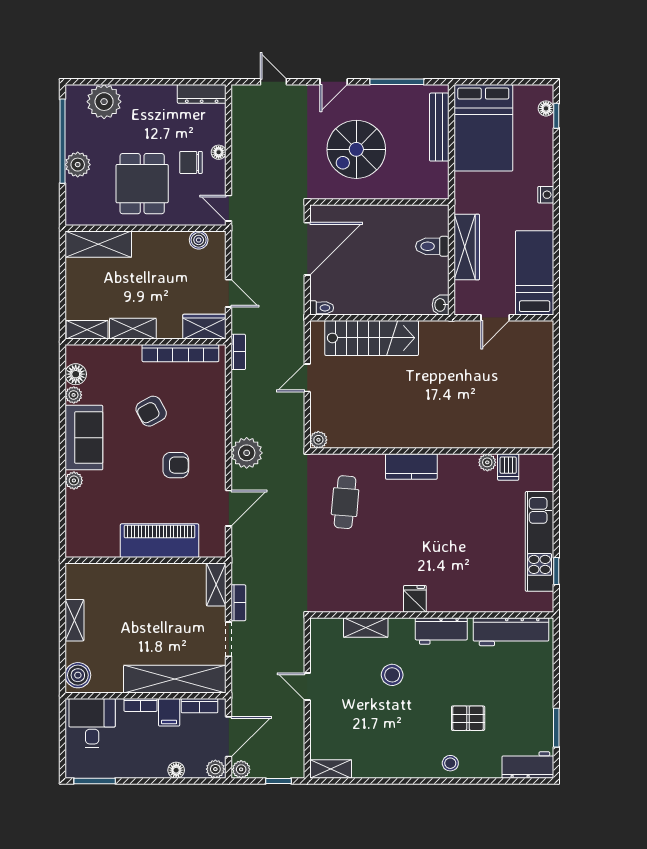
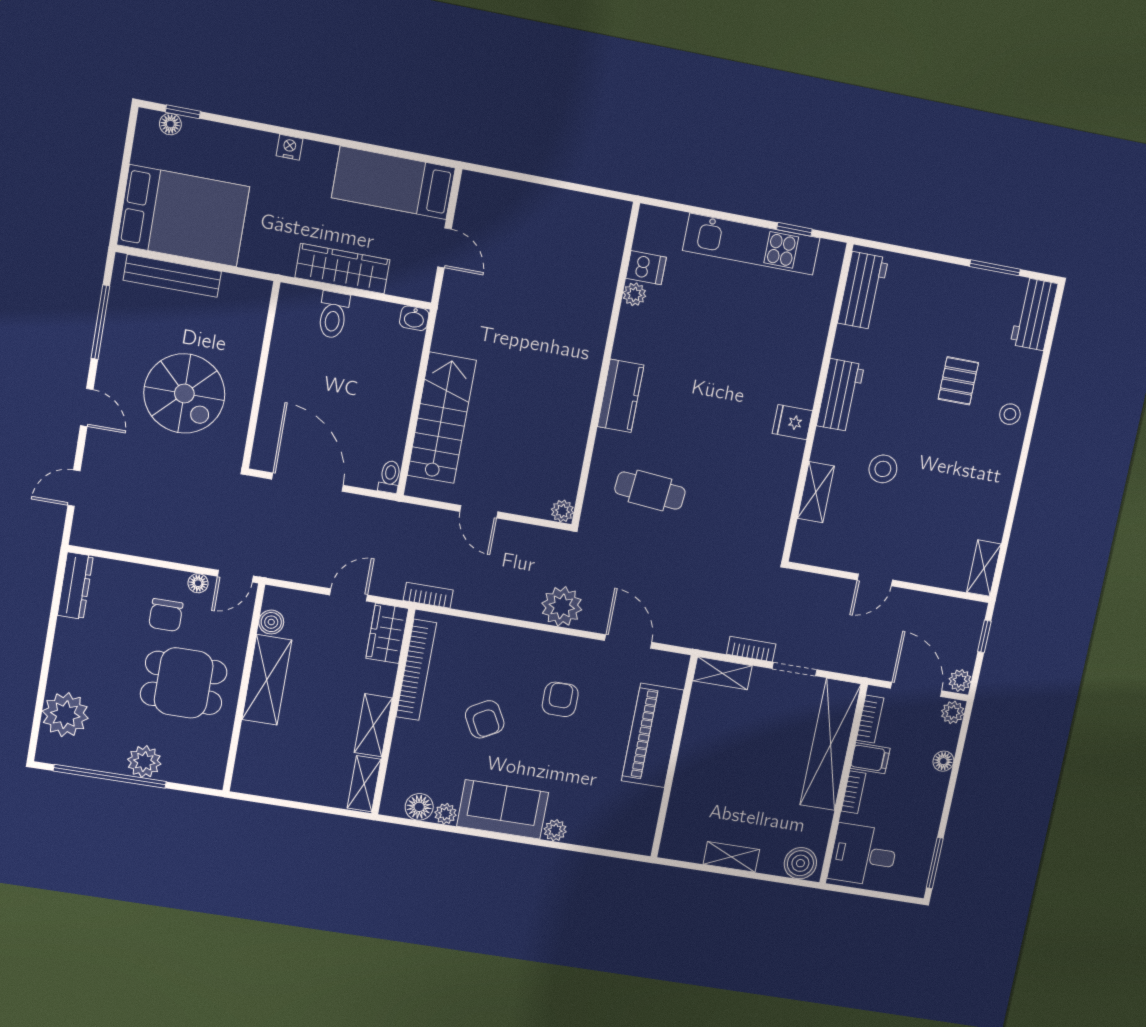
floor lamp: (219, 152) -> (198, 583), moved
shelving: (98, 244) -> (267, 680), moved
workbench: (511, 632) -> (863, 291), width x0.73

